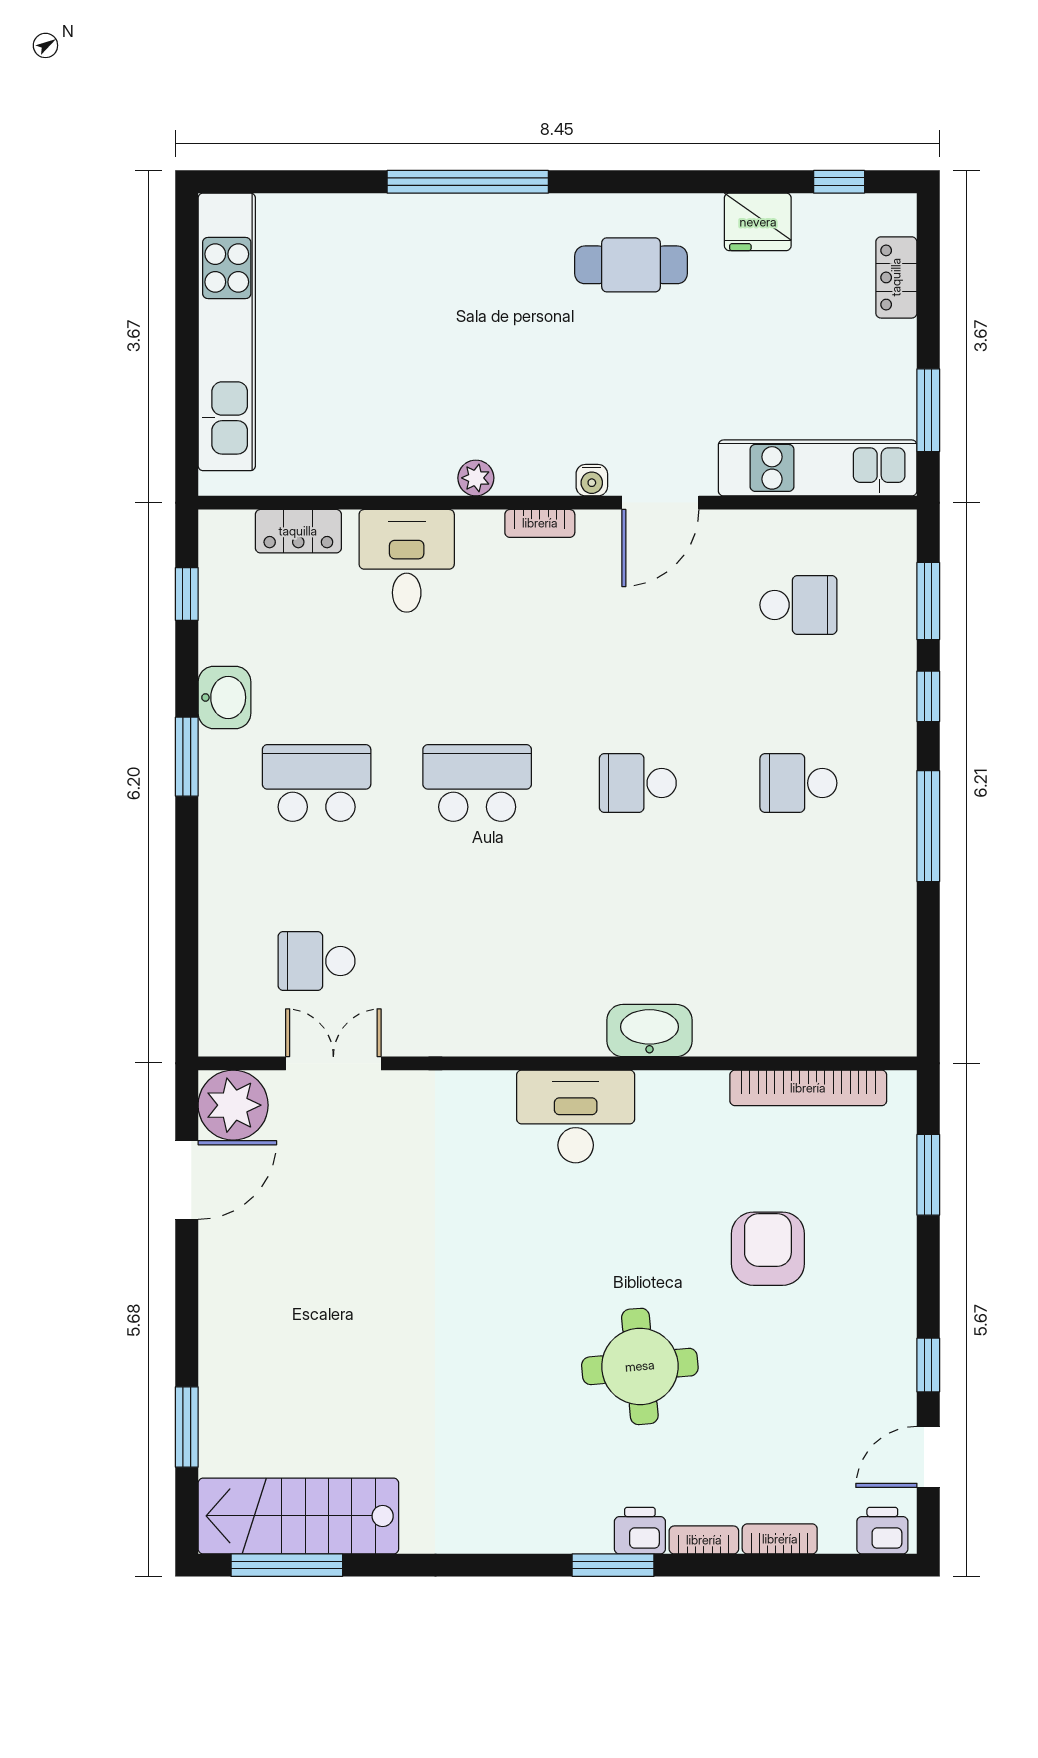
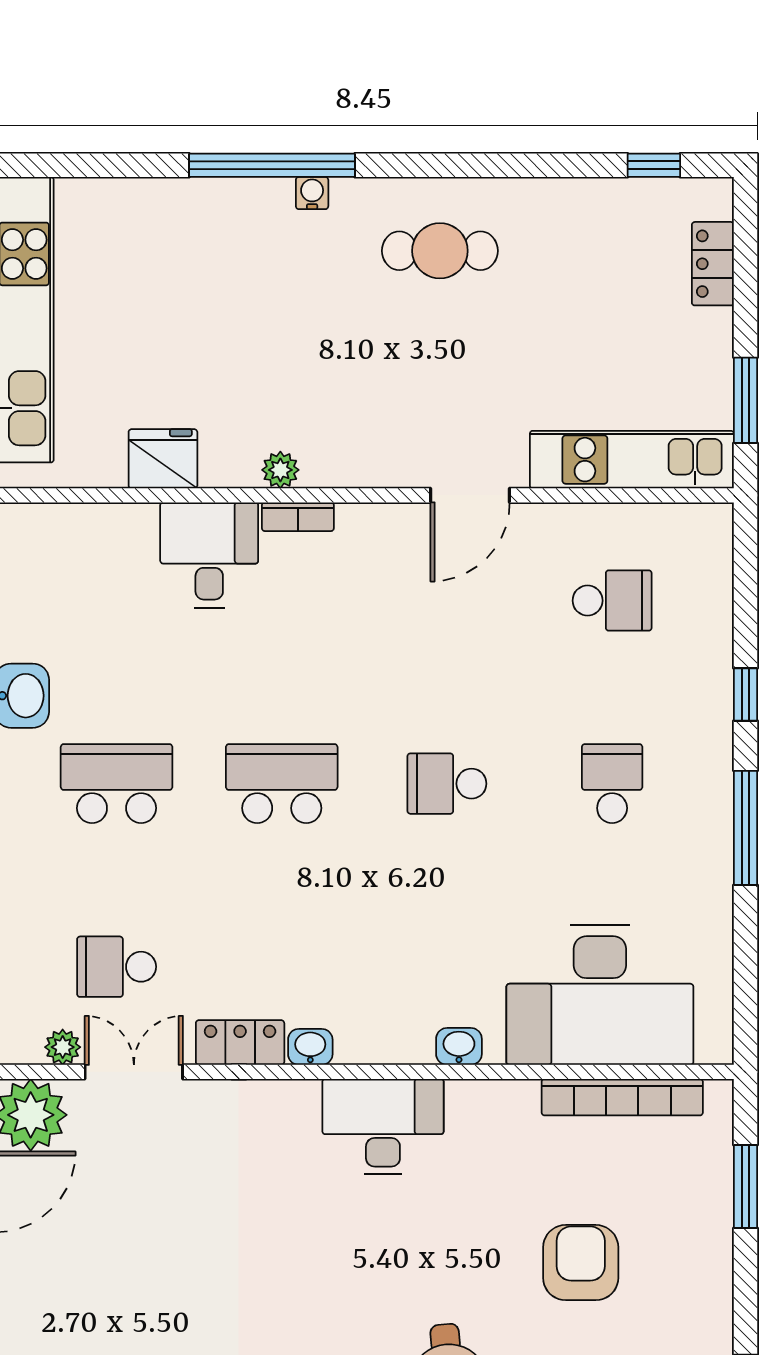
fridge: (758, 222) -> (163, 459), moved, turned 180
water cooler: (592, 480) -> (312, 193), moved, turned 180
bookcase: (540, 523) -> (298, 517), moved
locker: (298, 531) -> (240, 1043), moved, turned 180
window: (928, 601) -> (746, 597), removed
school desk: (798, 783) -> (612, 784), turned 90
desk: (787, 988) -> (600, 995), added
washbasin: (650, 1031) -> (459, 1046), width x0.52, depth x0.69
plant: (264, 1039) -> (63, 1047), added
washbasin: (505, 1039) -> (310, 1047), added

